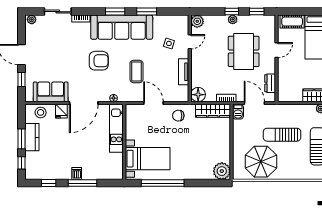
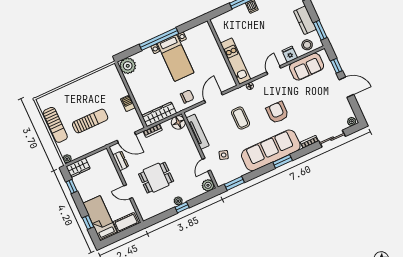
window: (147, 12) -> (234, 183), moved
window: (257, 12) -> (160, 217), removed
door: (277, 50) -> (128, 192), hinge flipped
dining table: (244, 51) -> (156, 178), width x0.73
armchair: (99, 61) -> (277, 112), turned 90
tv unit: (184, 72) -> (198, 132), width x1.41
door: (84, 103) -> (274, 70), width x0.53
door: (153, 103) -> (213, 98), swing flipped
barbecue: (238, 112) -> (128, 103), moved
window: (22, 139) -> (320, 30), moved
bed with nightstands: (148, 159) -> (176, 58), moved, turned -90
parasol: (261, 162) -> (98, 89), removed
window: (163, 183) -> (159, 39), moved

